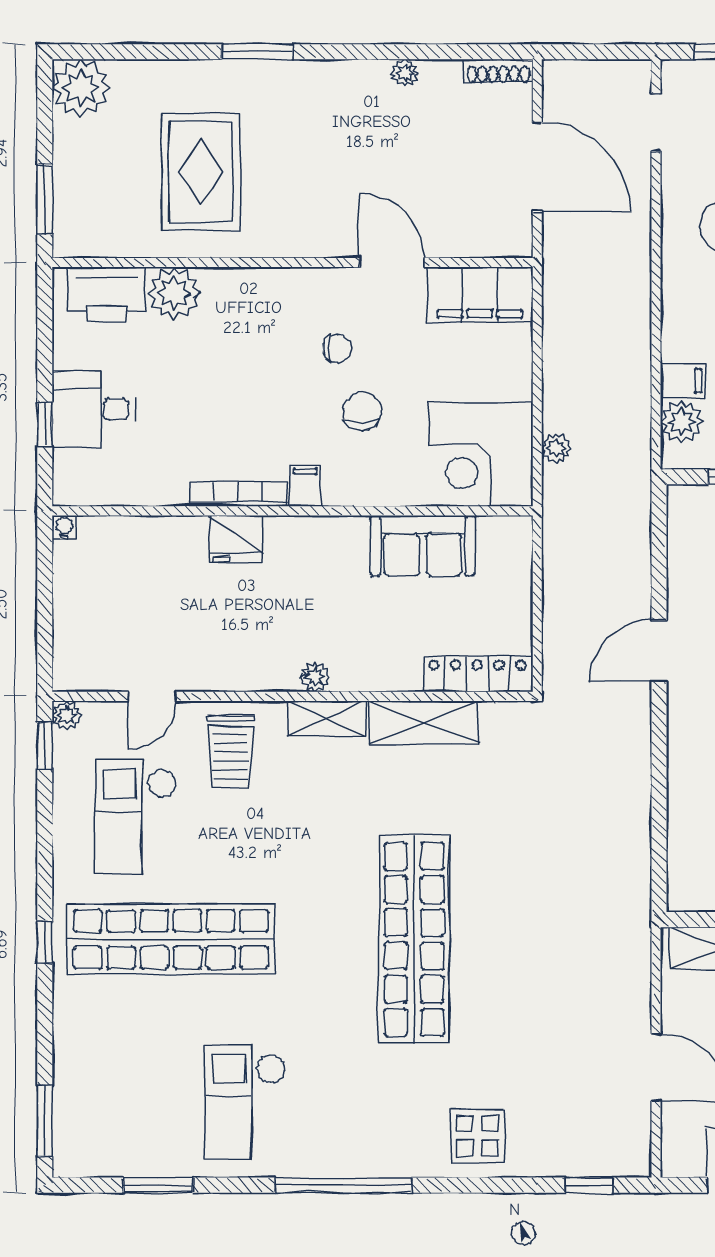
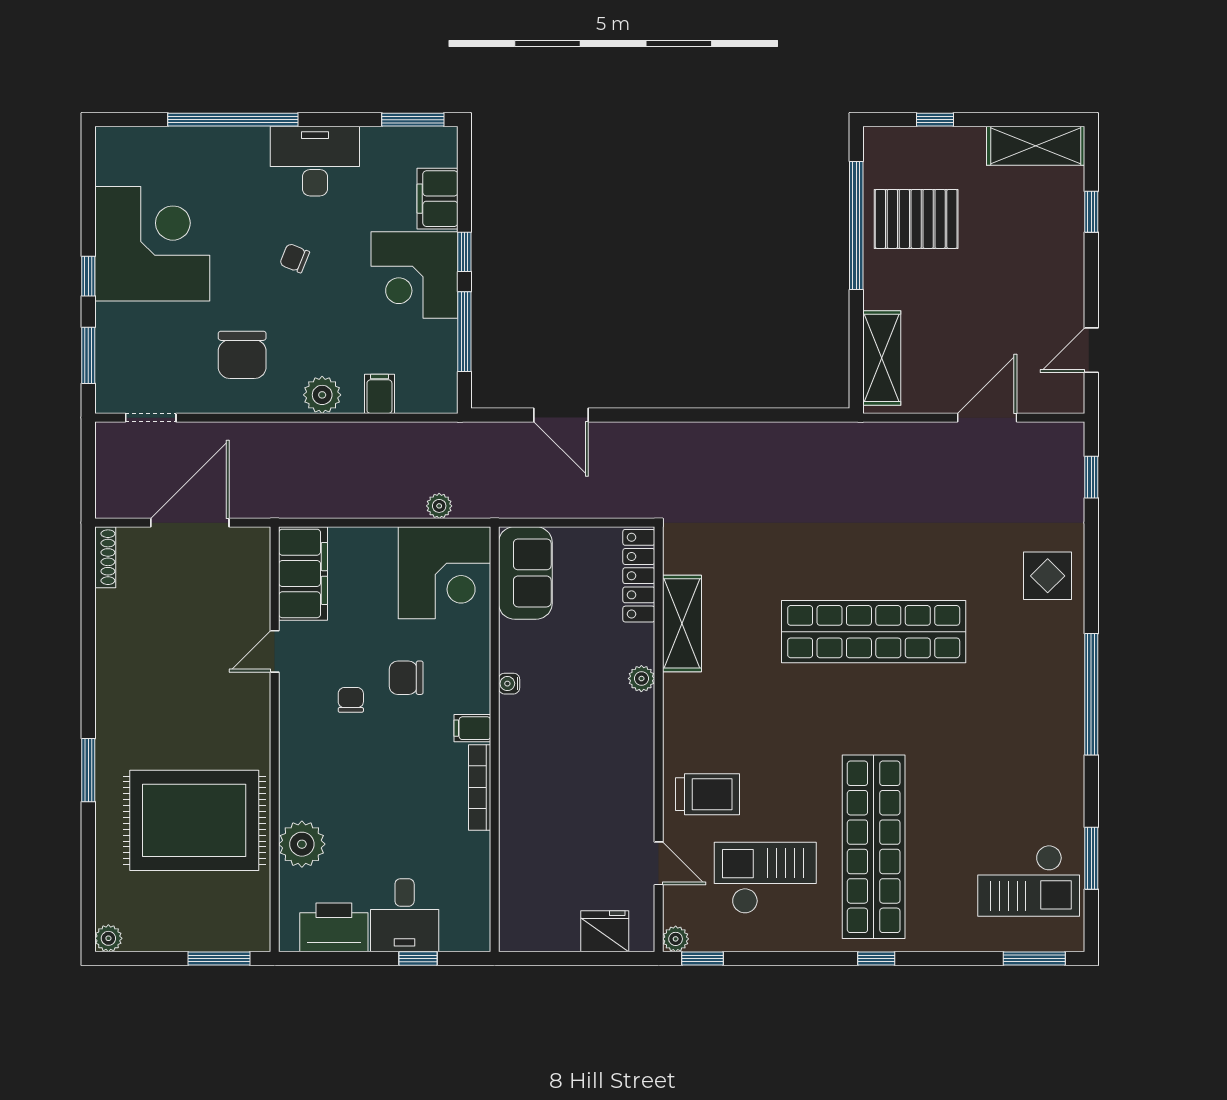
plant: (405, 73) -> (107, 640), removed
plant: (81, 88) -> (108, 938), width x0.53, depth x0.53
rug: (201, 172) -> (194, 820), width x1.37, depth x1.44
door: (392, 262) -> (275, 651), width x0.73
printer: (106, 295) -> (334, 927), moved, turned -90
plant: (682, 422) -> (322, 395), moved
water cooler: (64, 527) -> (509, 684), moved
fridge: (236, 539) -> (605, 931), moved, turned -90
sofa: (423, 546) -> (525, 573), moved
door: (659, 651) -> (561, 415), moved
plant: (315, 677) -> (641, 679), moved
shelving: (327, 718) -> (678, 709), removed
checkout: (136, 817) -> (765, 878), turned 180
checkout: (245, 1102) -> (1029, 881), moved

